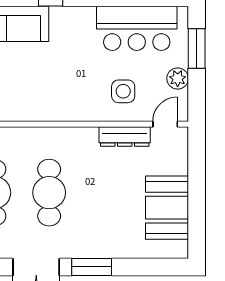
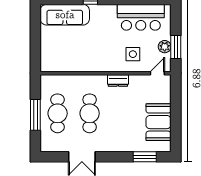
window: (197, 49) -> (176, 47), moved
dresser: (125, 137) -> (118, 81), moved, width x0.70
window: (92, 267) -> (145, 157), moved

